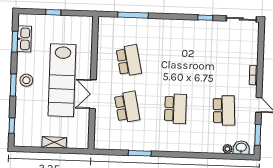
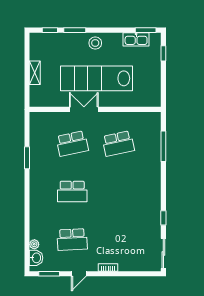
window: (53, 12) -> (163, 53), moved
window: (15, 42) -> (146, 30), moved
window: (13, 85) -> (75, 30), moved

